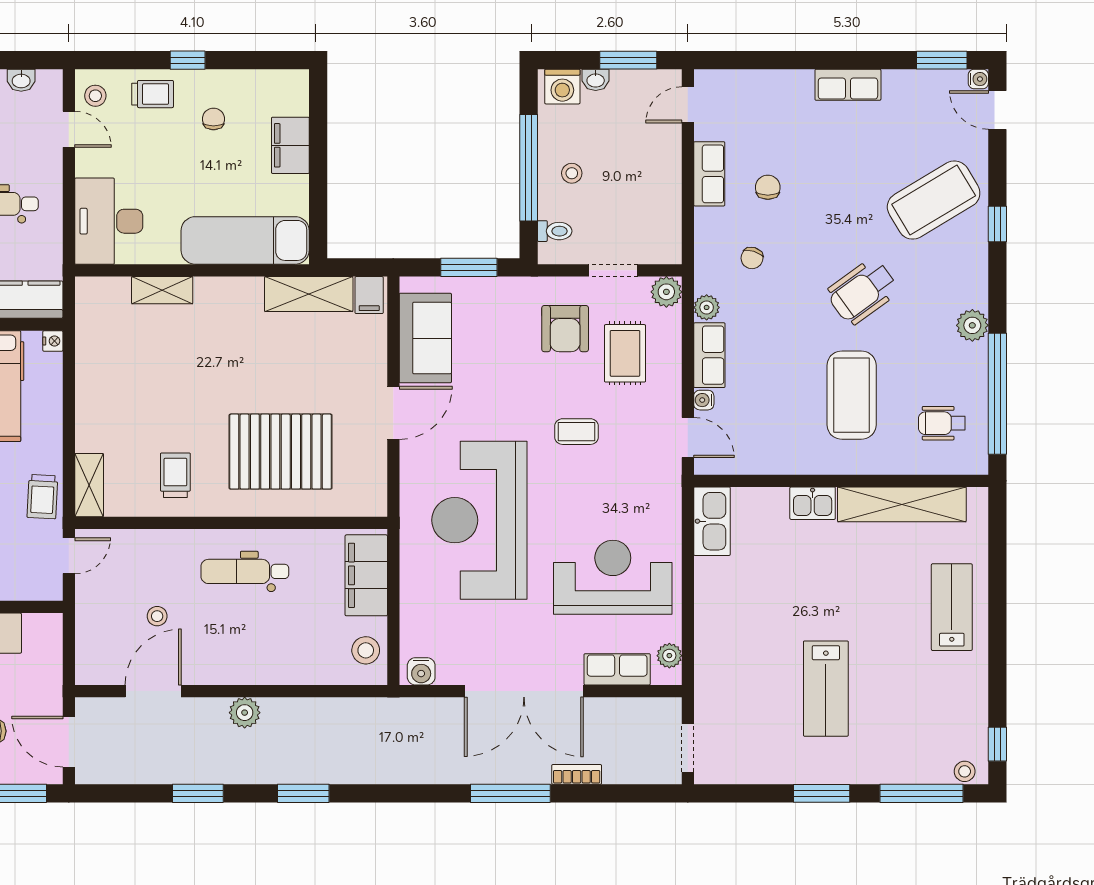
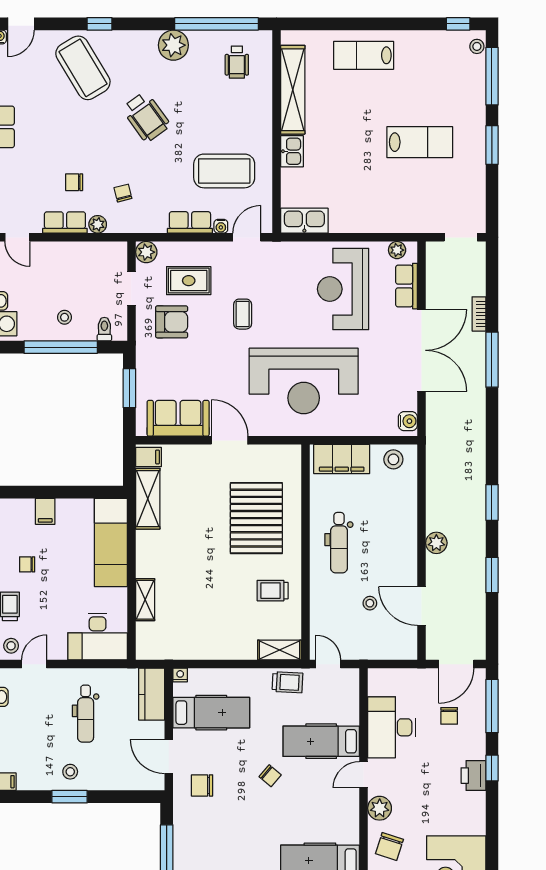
filing cabinet: (290, 145) -> (45, 511), width x0.50
chair: (752, 258) -> (123, 193), turned -121
plant: (707, 307) -> (98, 224), moved
plant: (972, 325) -> (173, 45), width x1.36, depth x1.36
coffee table: (852, 395) -> (224, 171), moved

